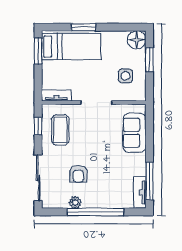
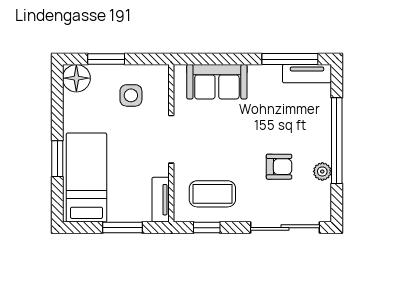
window: (38, 51) -> (122, 228), moved

